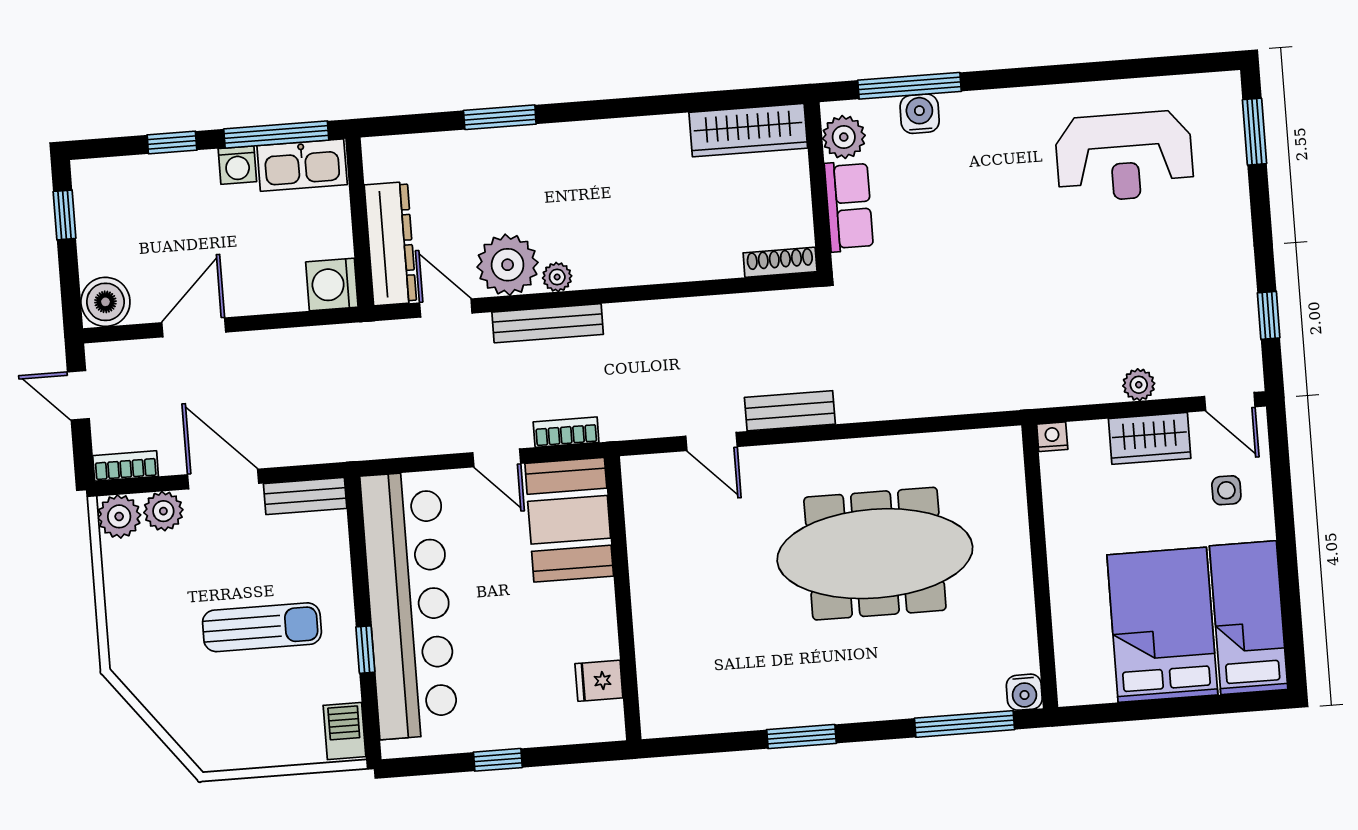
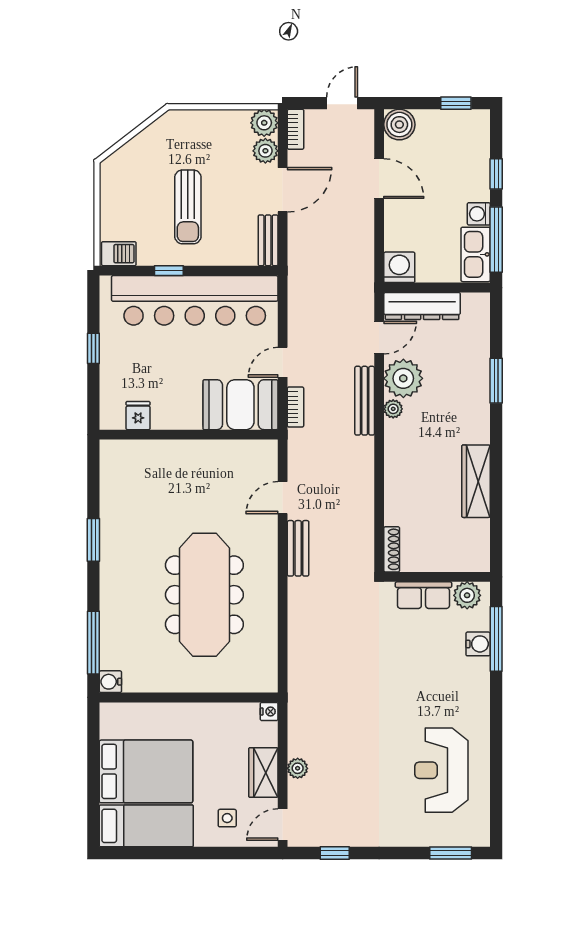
wardrobe: (748, 130) -> (476, 481), moved

